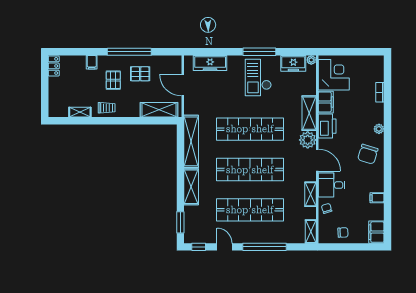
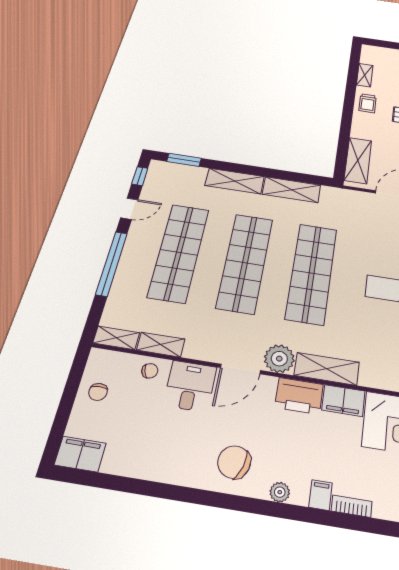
shelving: (191, 141) -> (291, 190), width x0.68
shelving: (310, 194) -> (161, 345), moved
filing cabinet: (377, 198) -> (321, 495), moved

